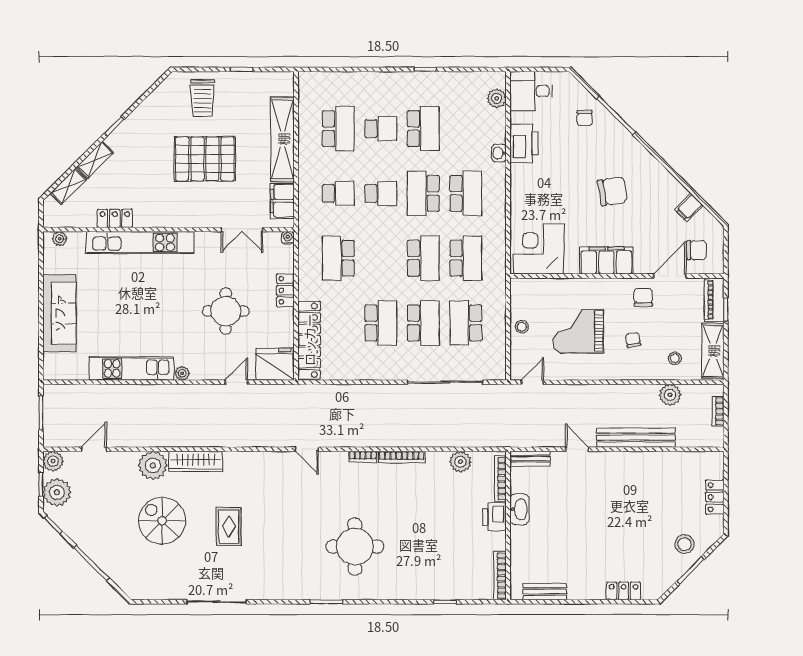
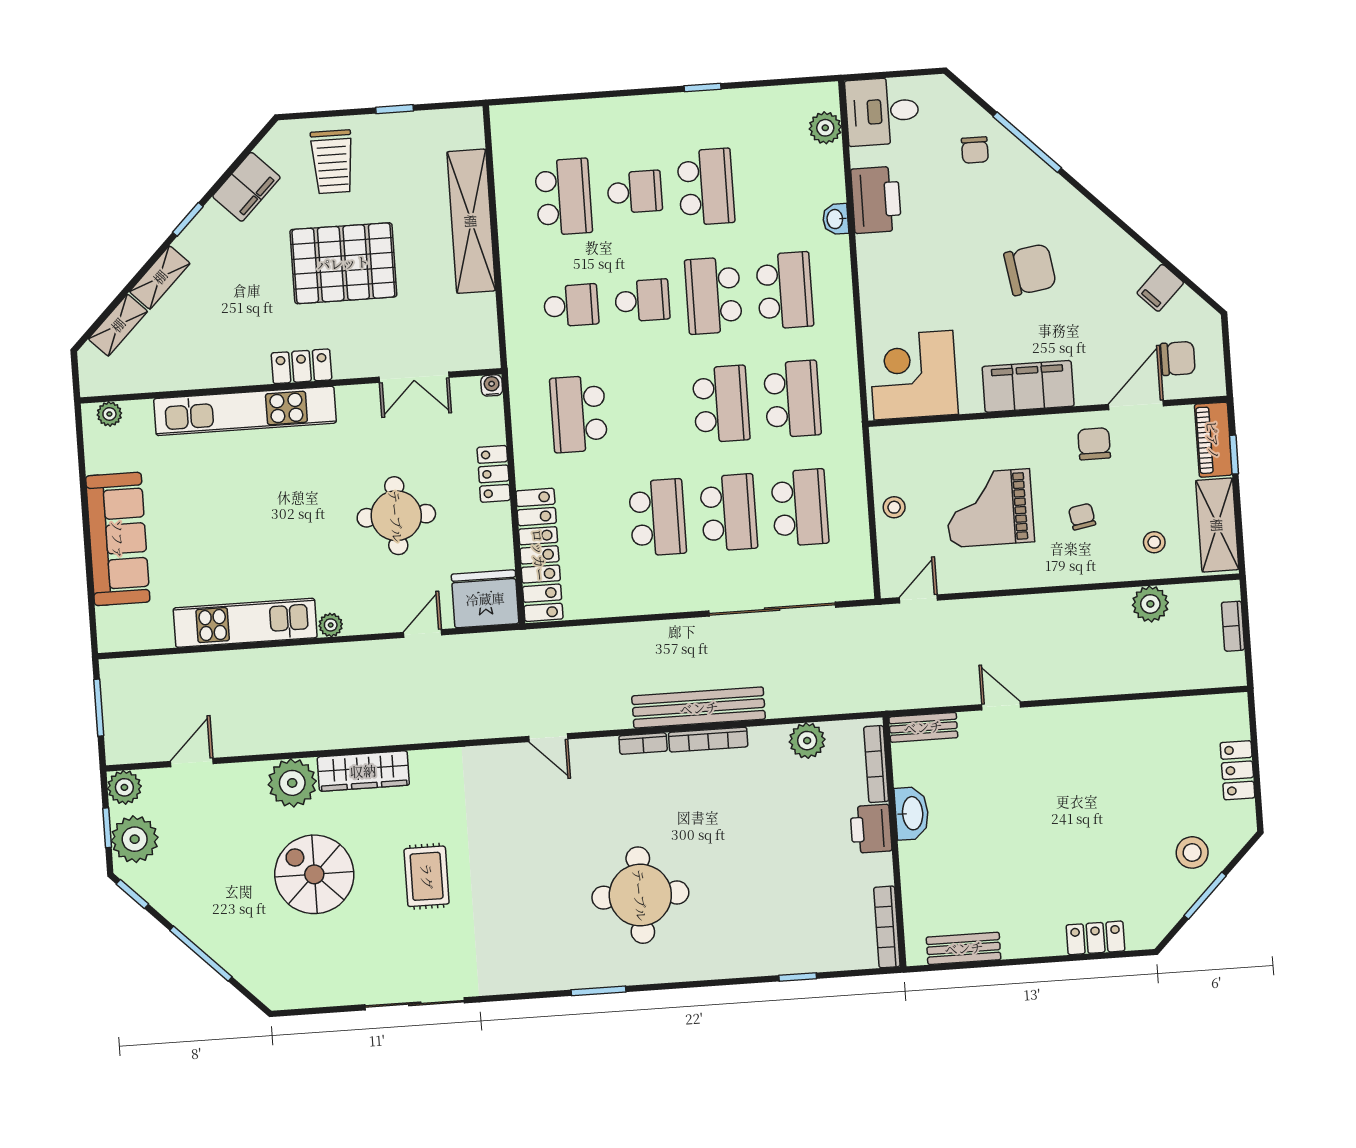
filing cabinet: (282, 201) -> (246, 187), moved, turned -135
locker: (115, 218) -> (302, 366), moved
school desk: (466, 323) -> (800, 508), turned 180
bench: (636, 438) -> (699, 708), moved

